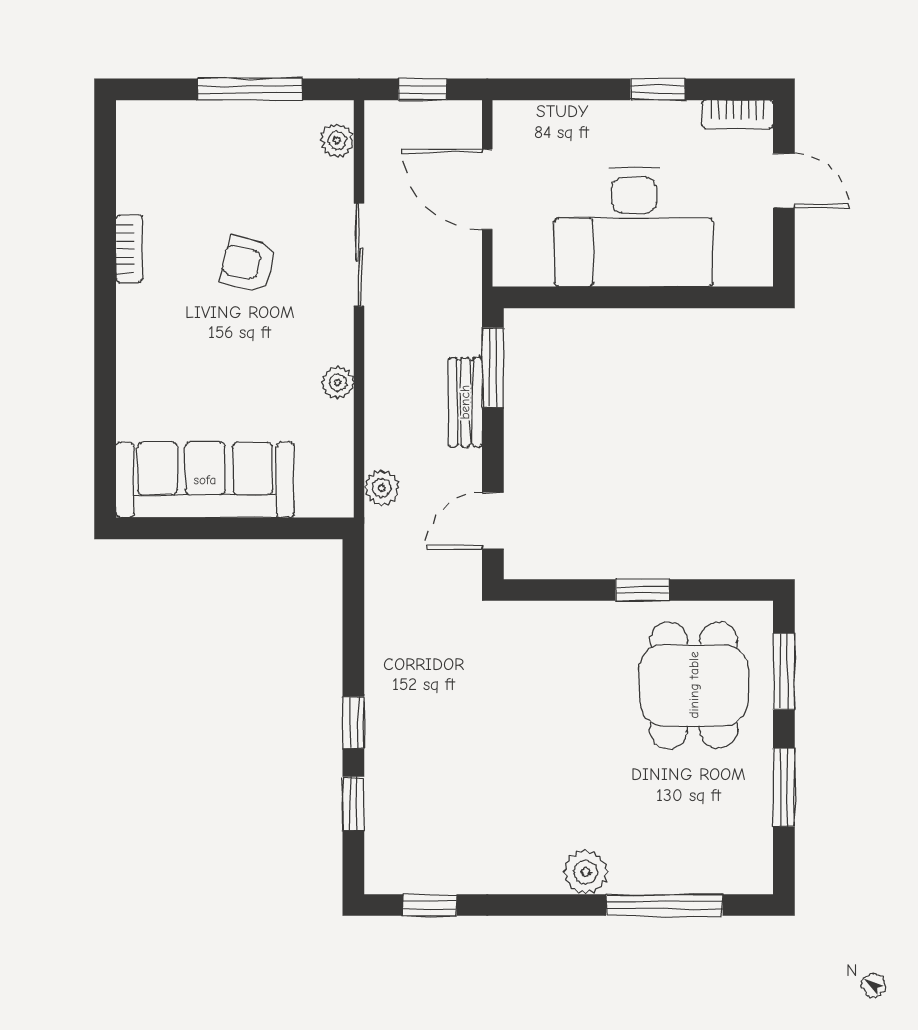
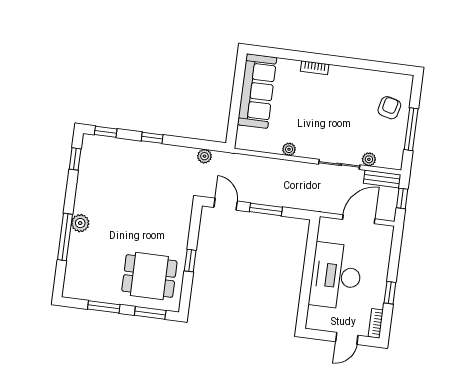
plant: (337, 140) -> (369, 159), moved
bookcase: (129, 249) -> (315, 68), moved
armchair: (248, 264) -> (389, 108), moved
window: (493, 368) -> (266, 209), moved
bench: (465, 402) -> (382, 179), moved
plant: (382, 488) -> (204, 156), moved
window: (353, 804) -> (106, 132), moved
window: (664, 905) -> (65, 237), moved

